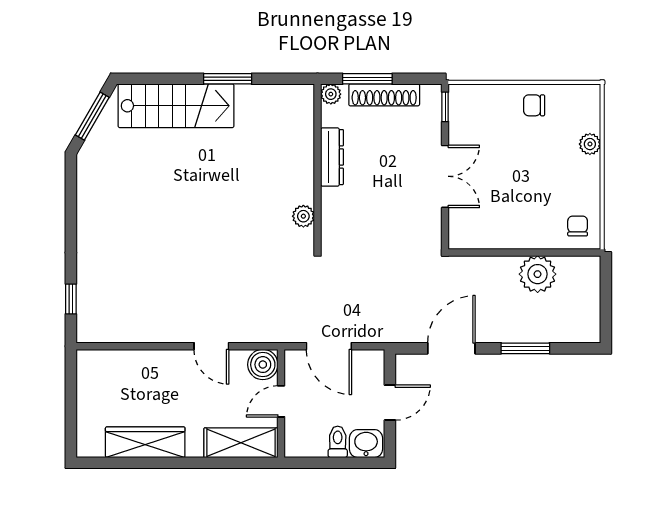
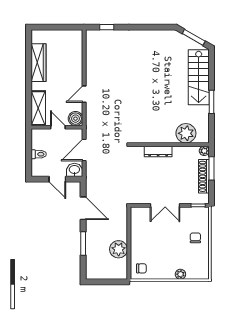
chair: (534, 105) -> (195, 238), moved
dresser: (332, 157) -> (158, 151), moved
plant: (303, 216) -> (186, 133), moved, width x1.87, depth x1.87
washbasin: (366, 444) -> (74, 170), moved, turned -90

